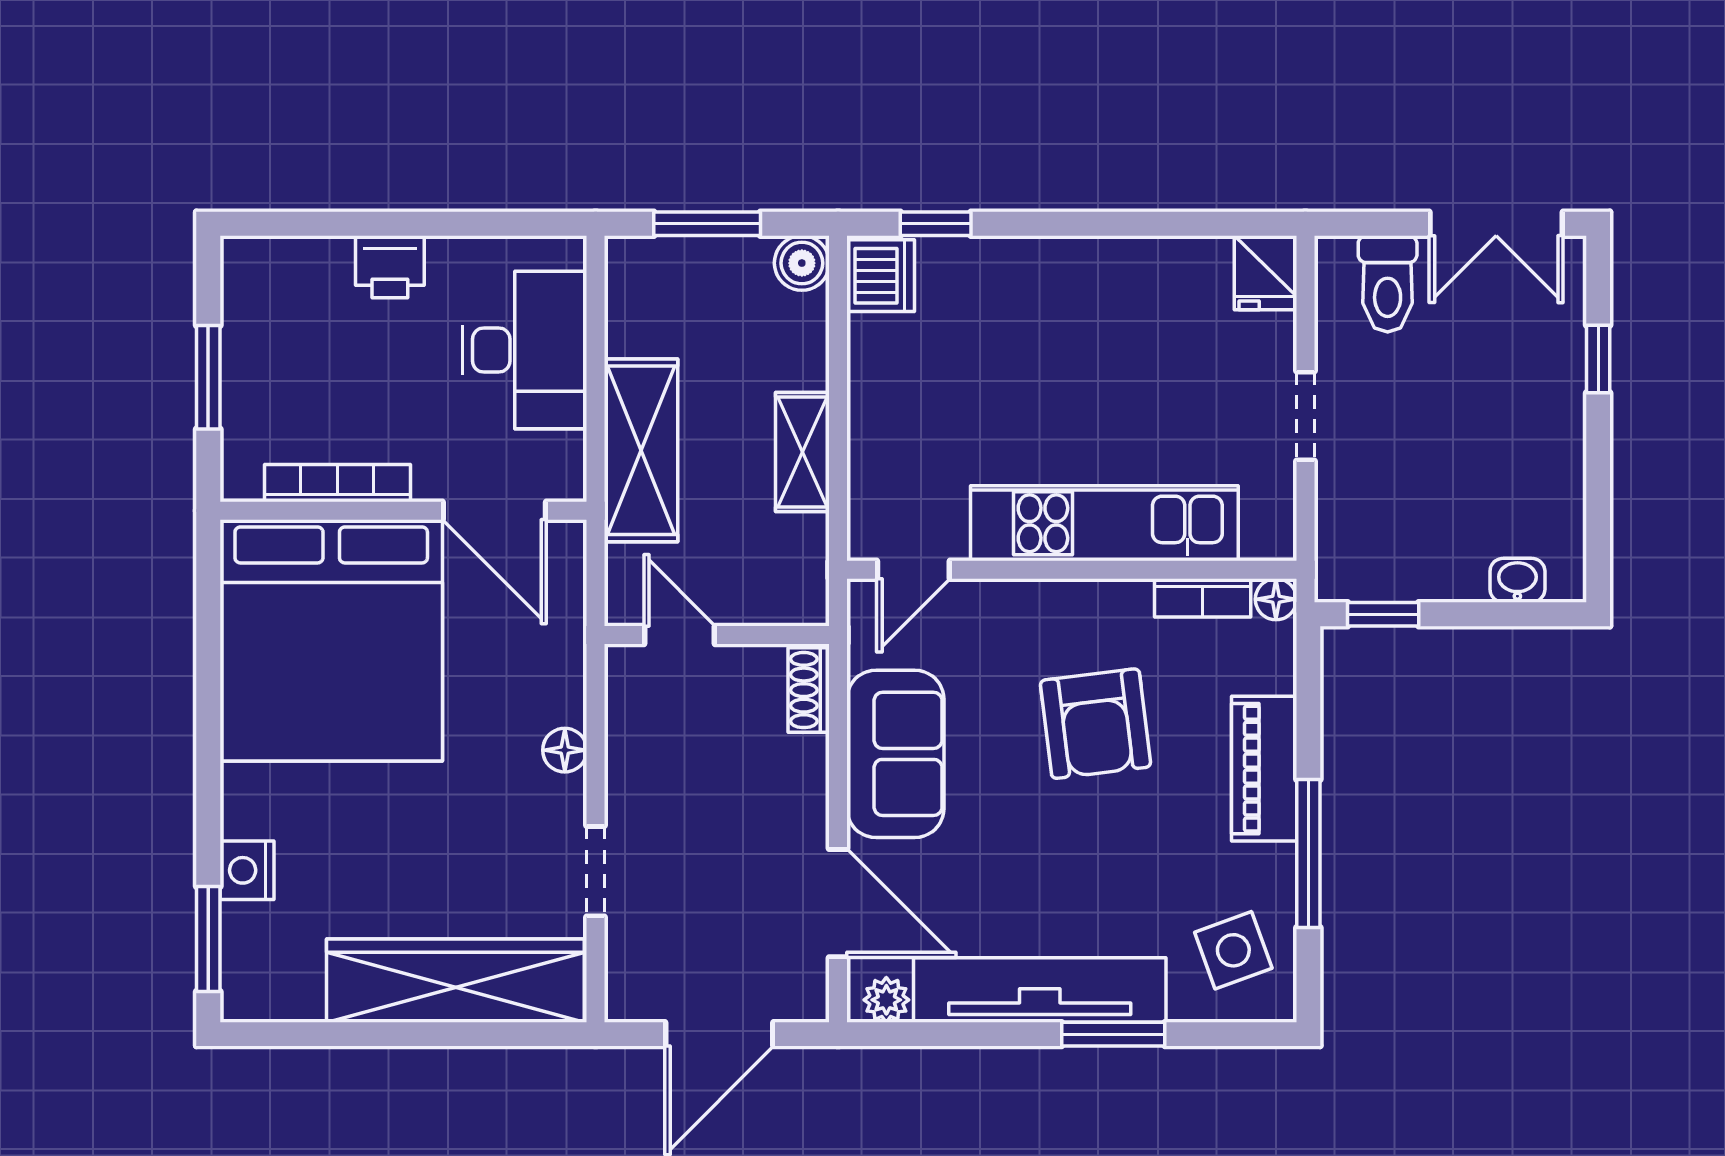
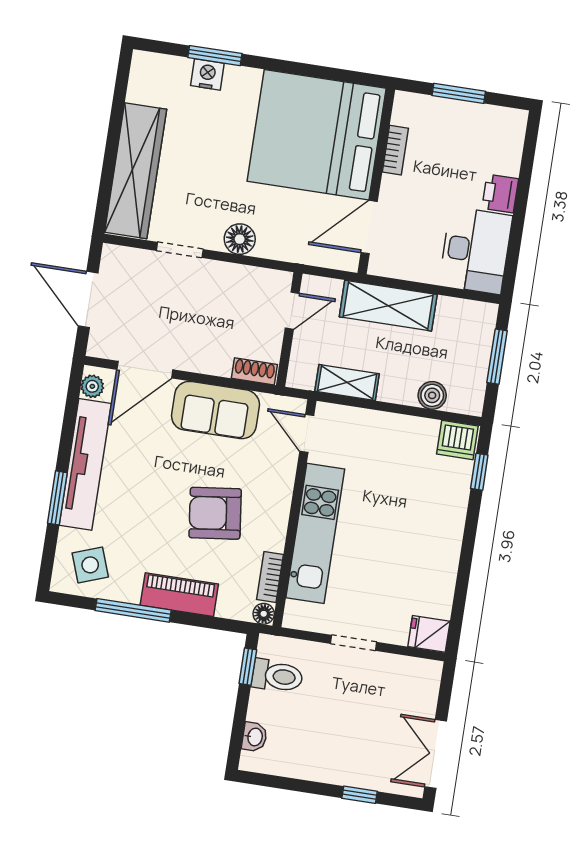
boiler: (802, 263) -> (432, 395), moved
toilet: (1388, 284) -> (277, 676), moved, turned 180
desk: (525, 350) -> (475, 250), moved, turned -90
shelving: (802, 452) -> (347, 383), moved
bookcase: (337, 483) -> (395, 150), width x0.64
floor lamp: (565, 750) -> (240, 239), width x1.37, depth x1.37
window: (208, 939) -> (215, 56), moved

